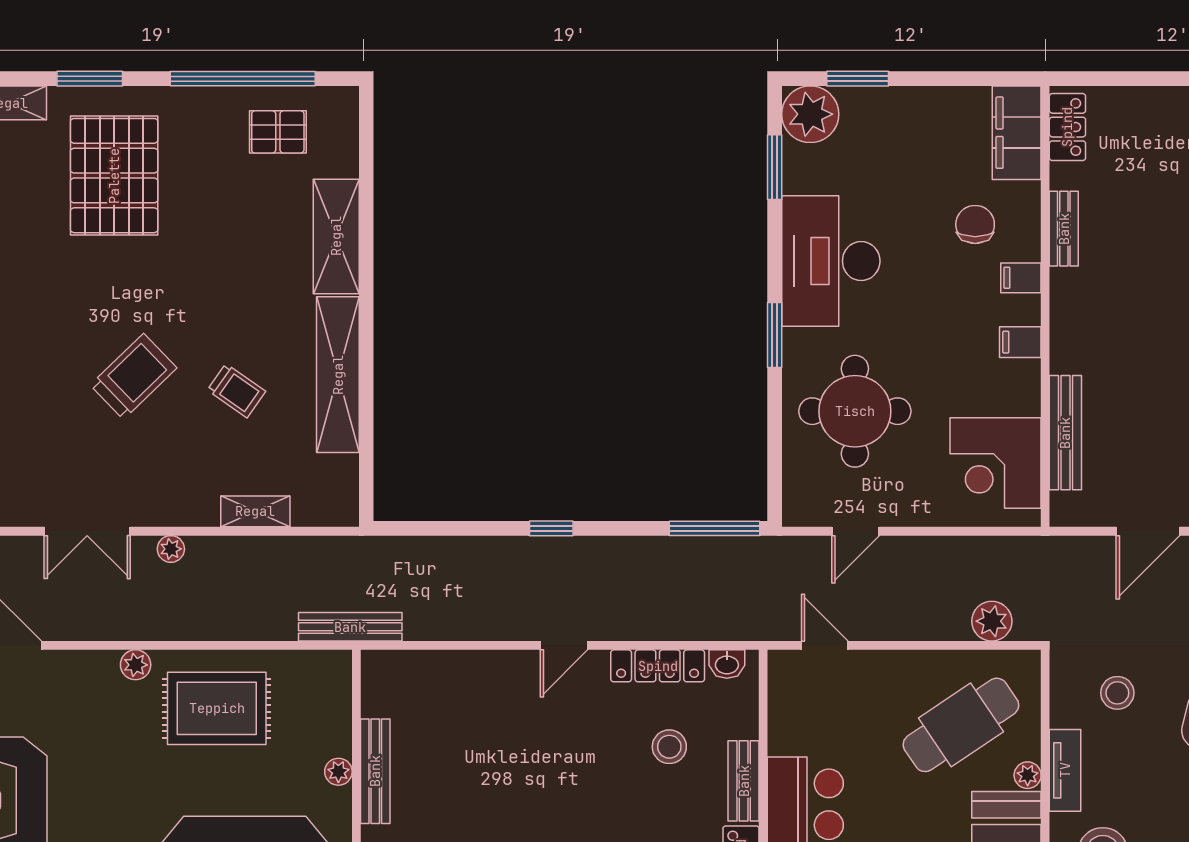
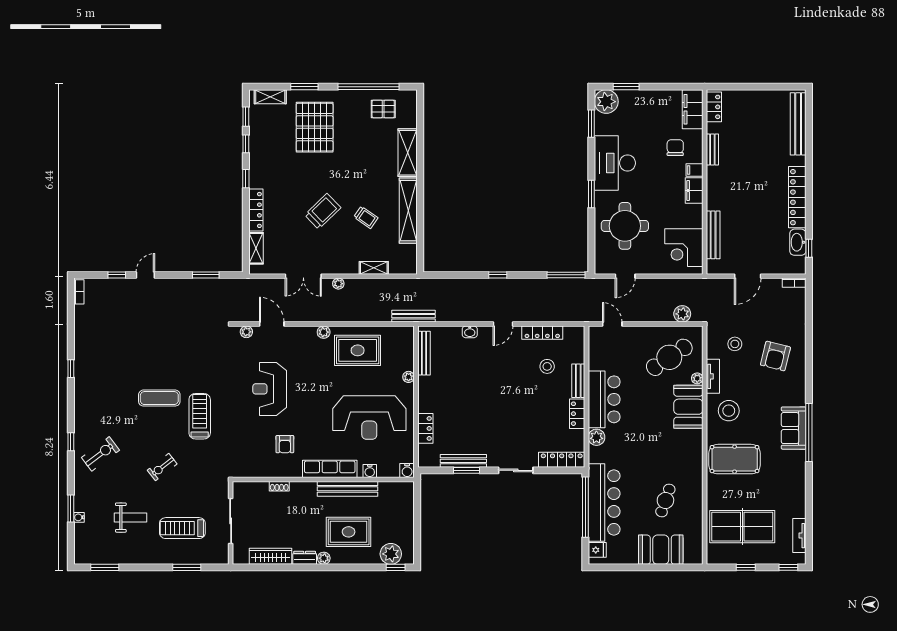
filing cabinet: (1020, 342) -> (694, 190), width x2.00
washbasin: (727, 664) -> (470, 332), moved
bench: (375, 771) -> (424, 353), moved

